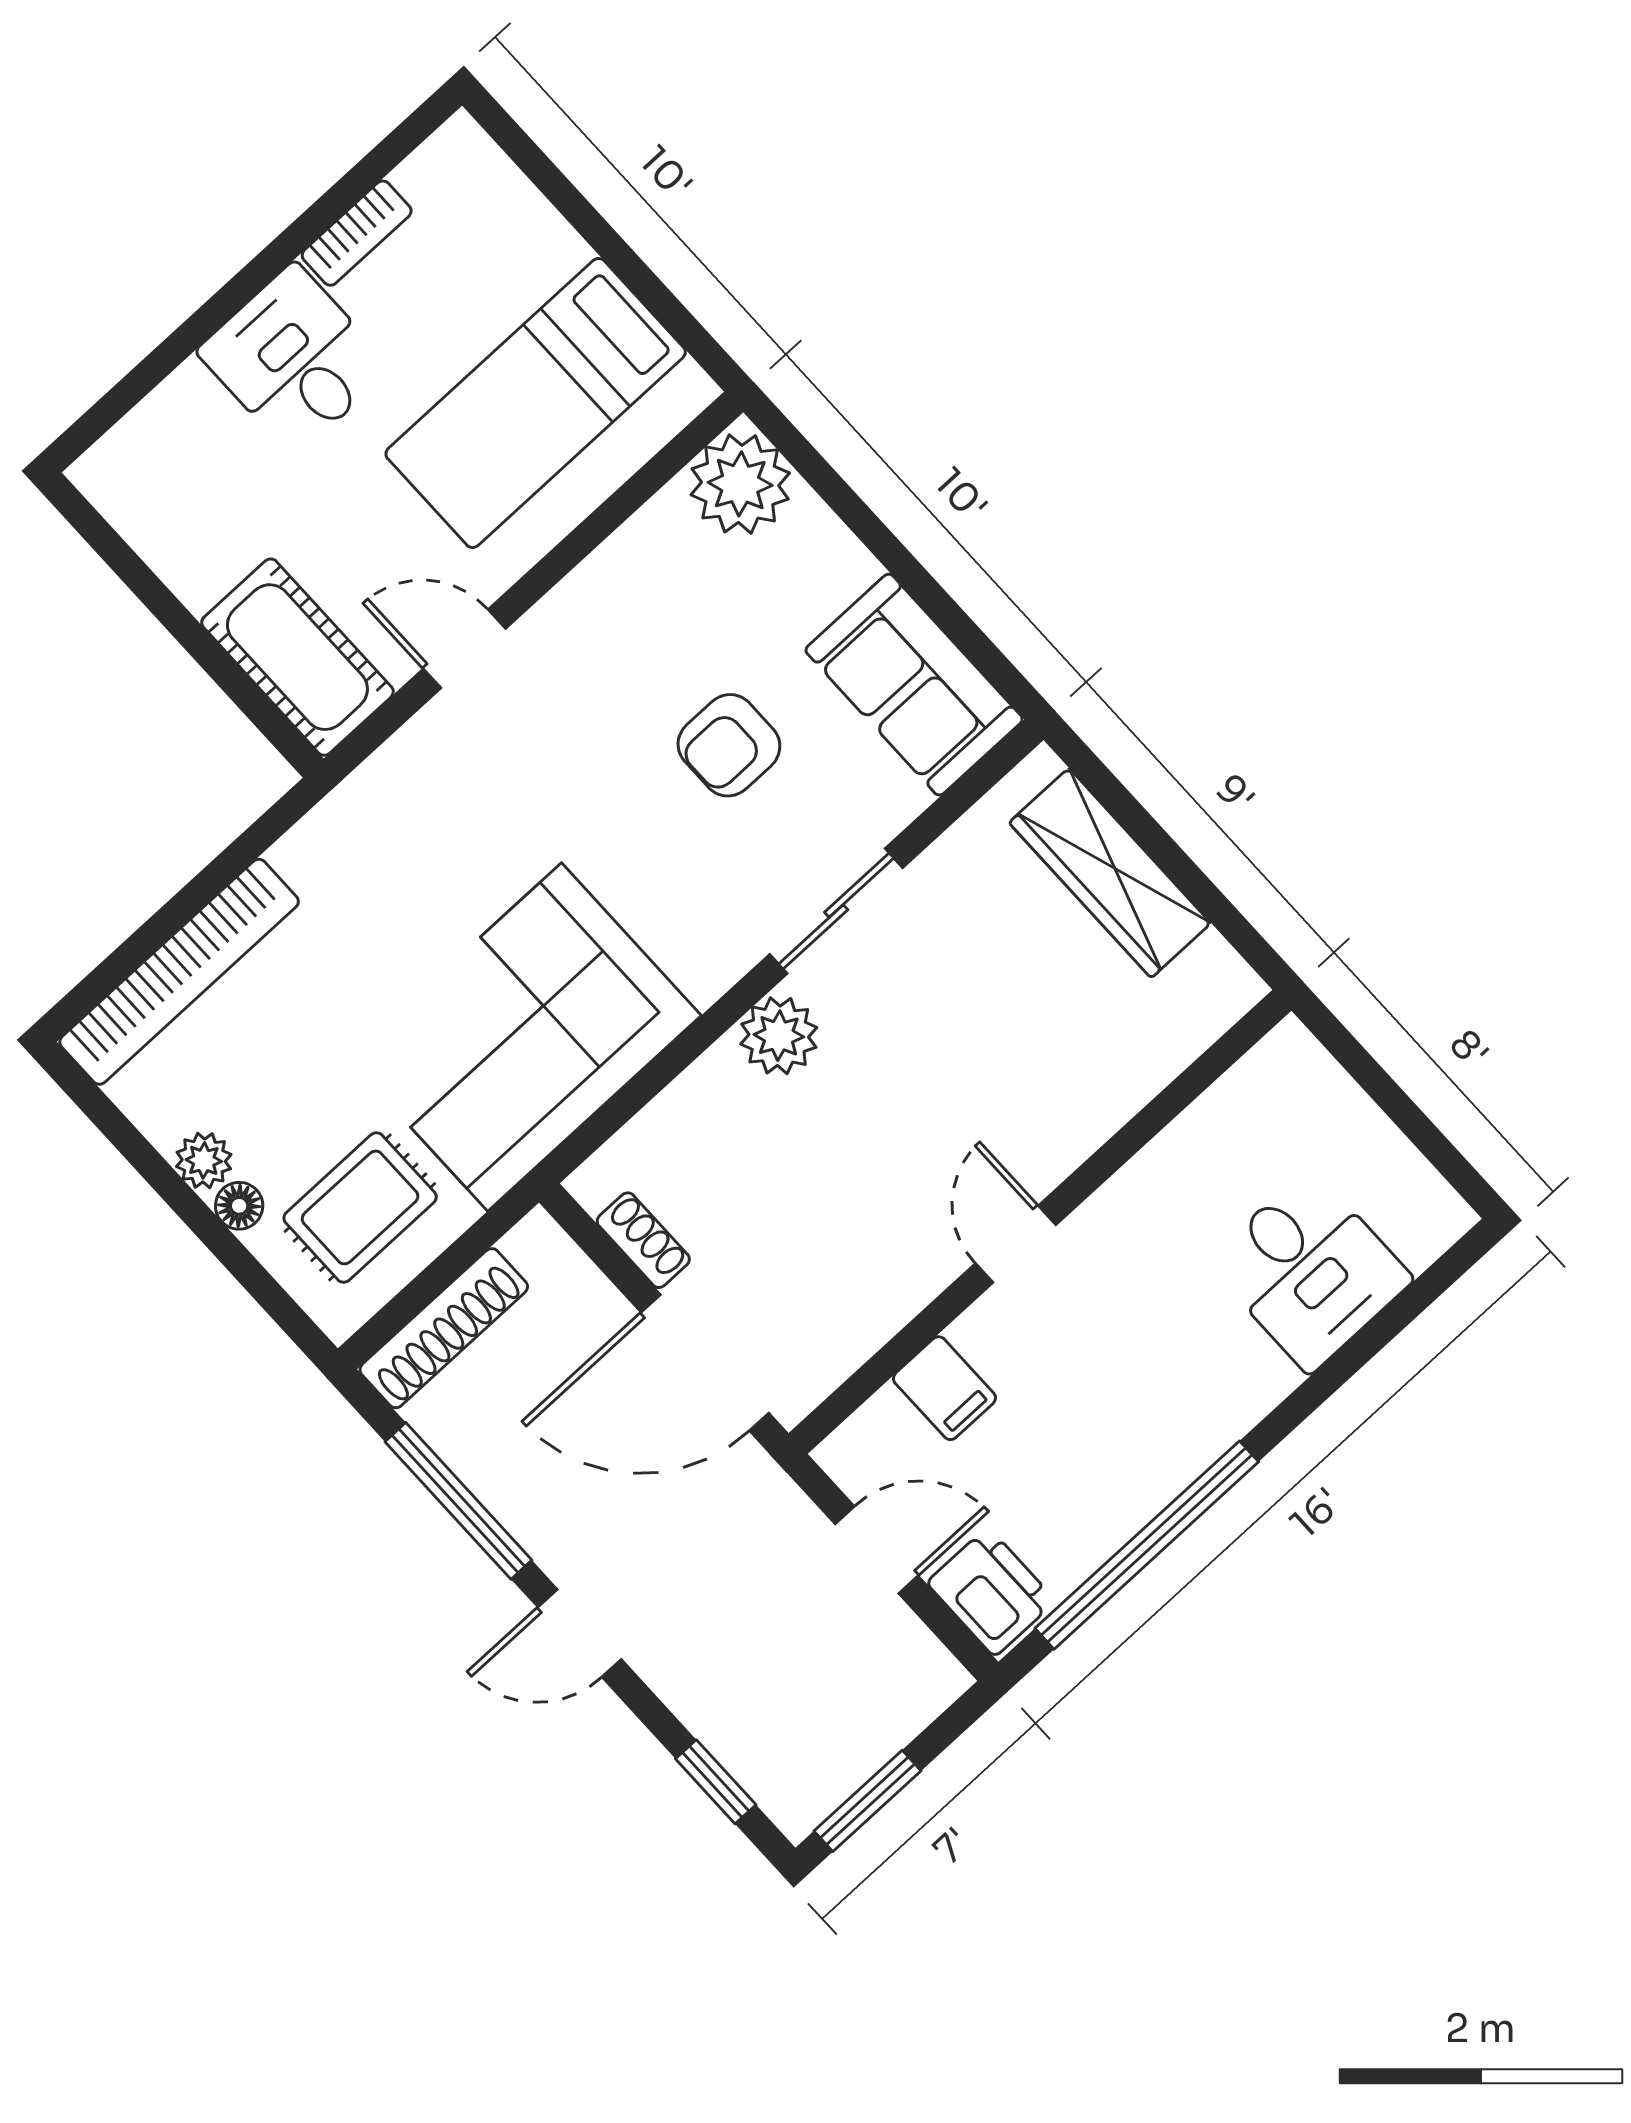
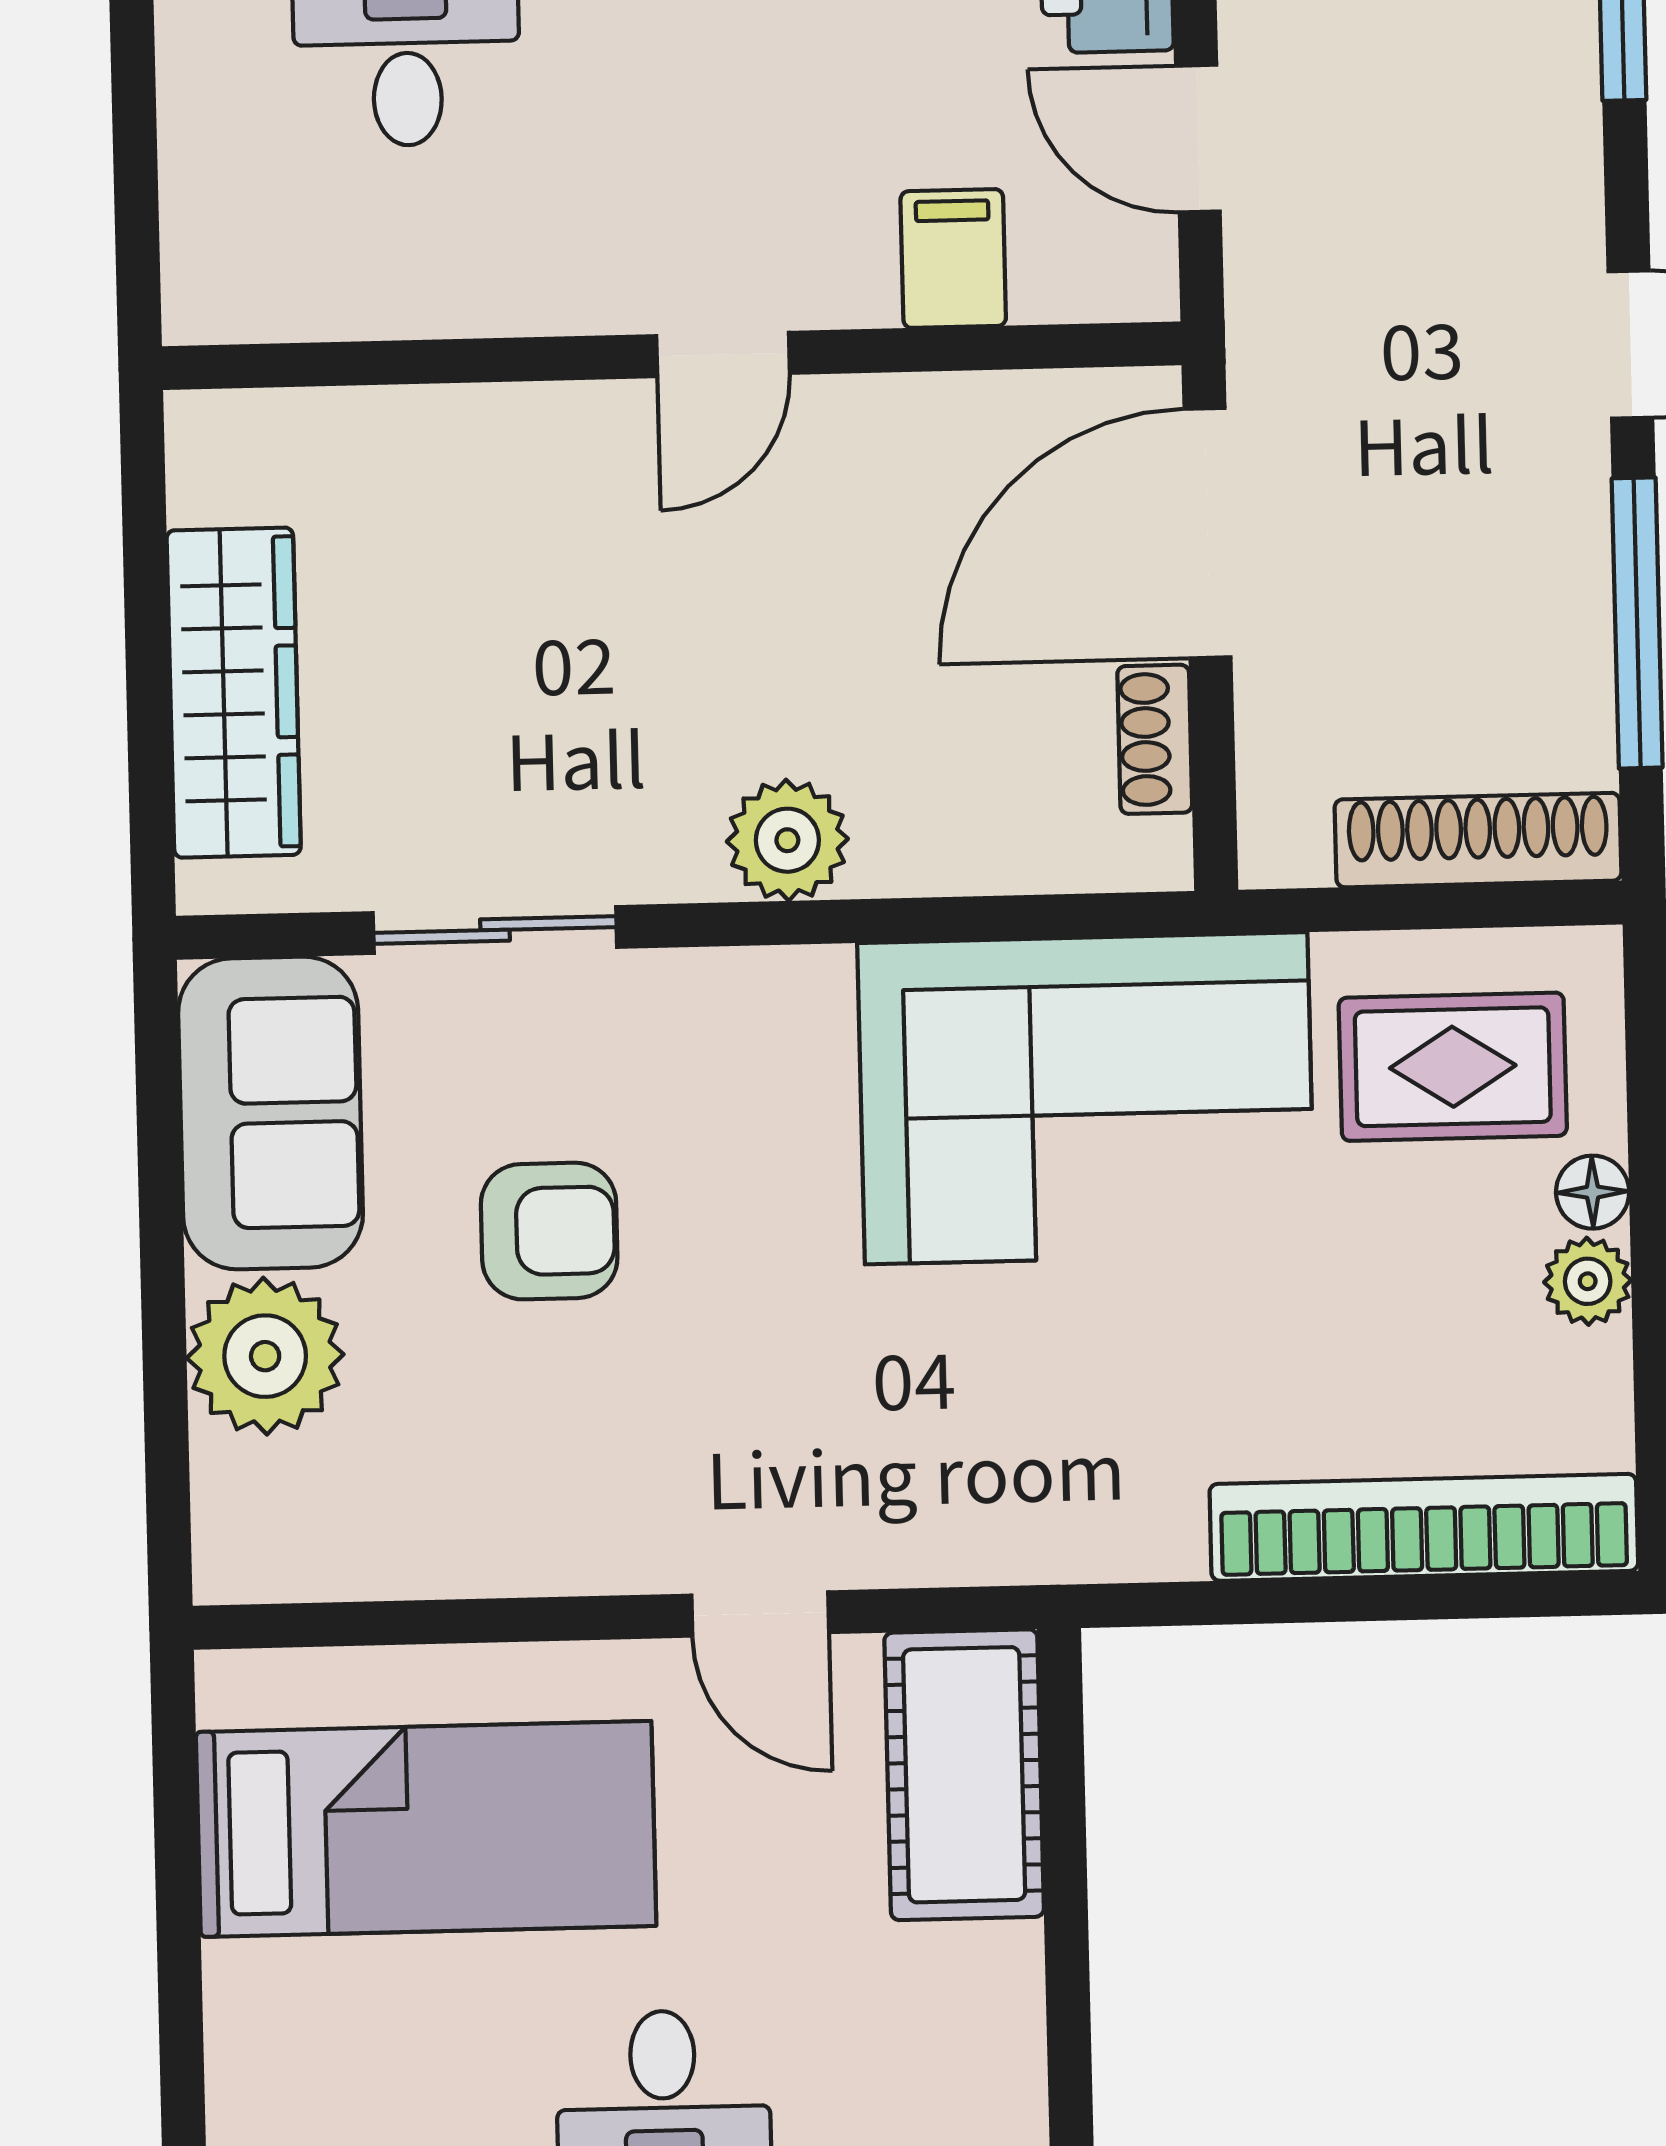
plant: (740, 484) -> (265, 1356), moved
sliding door: (836, 911) -> (495, 930), moved
door: (705, 1363) -> (1208, 533), swing flipped

